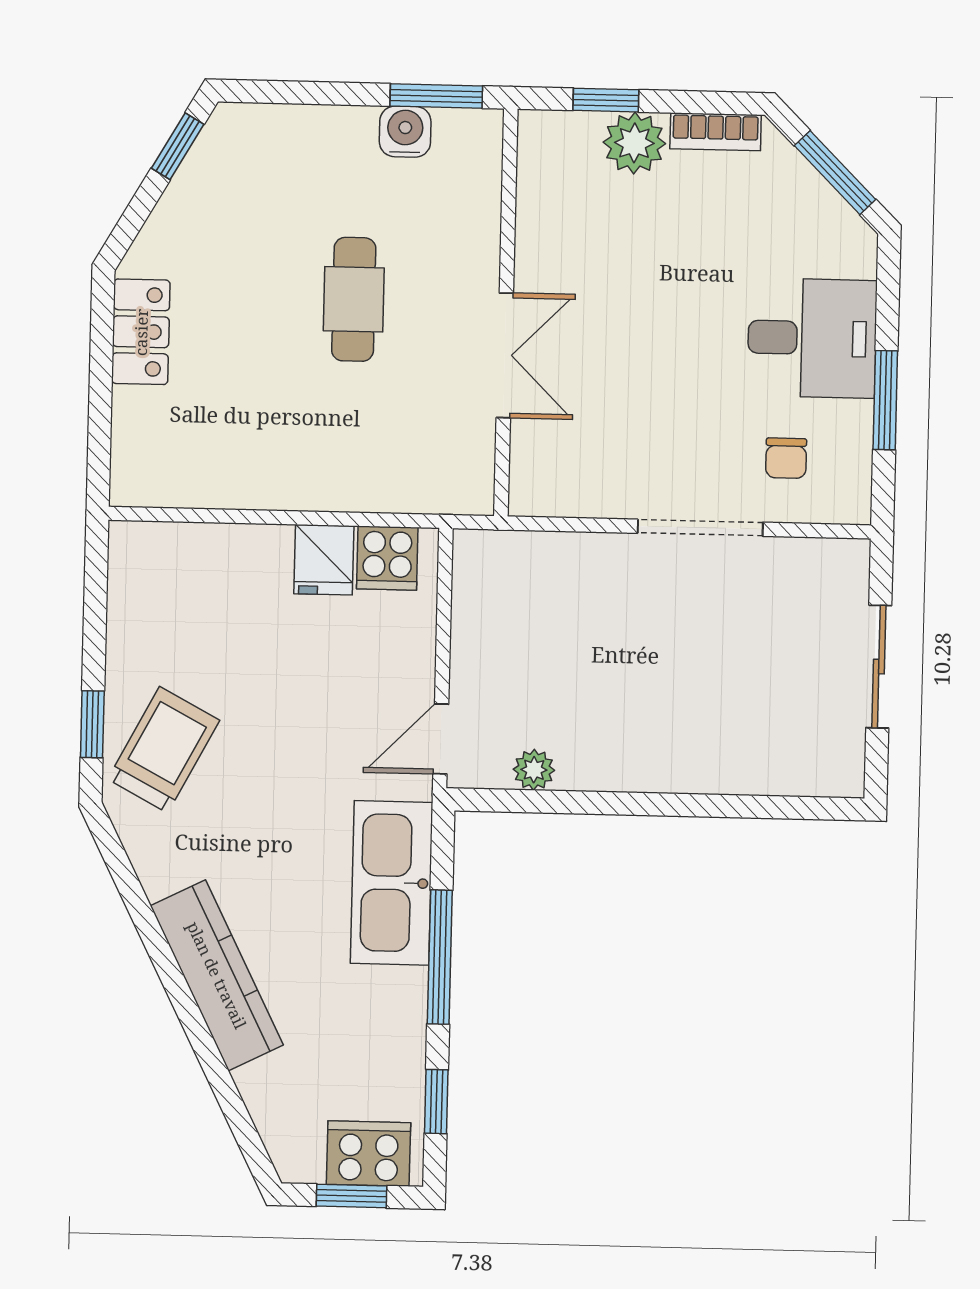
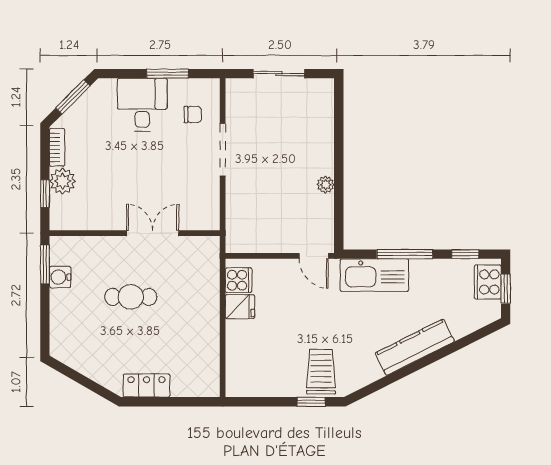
window: (178, 146) -> (69, 372), removed
trolley: (164, 750) -> (321, 372), turned 62
plant: (534, 770) -> (326, 185), moved

